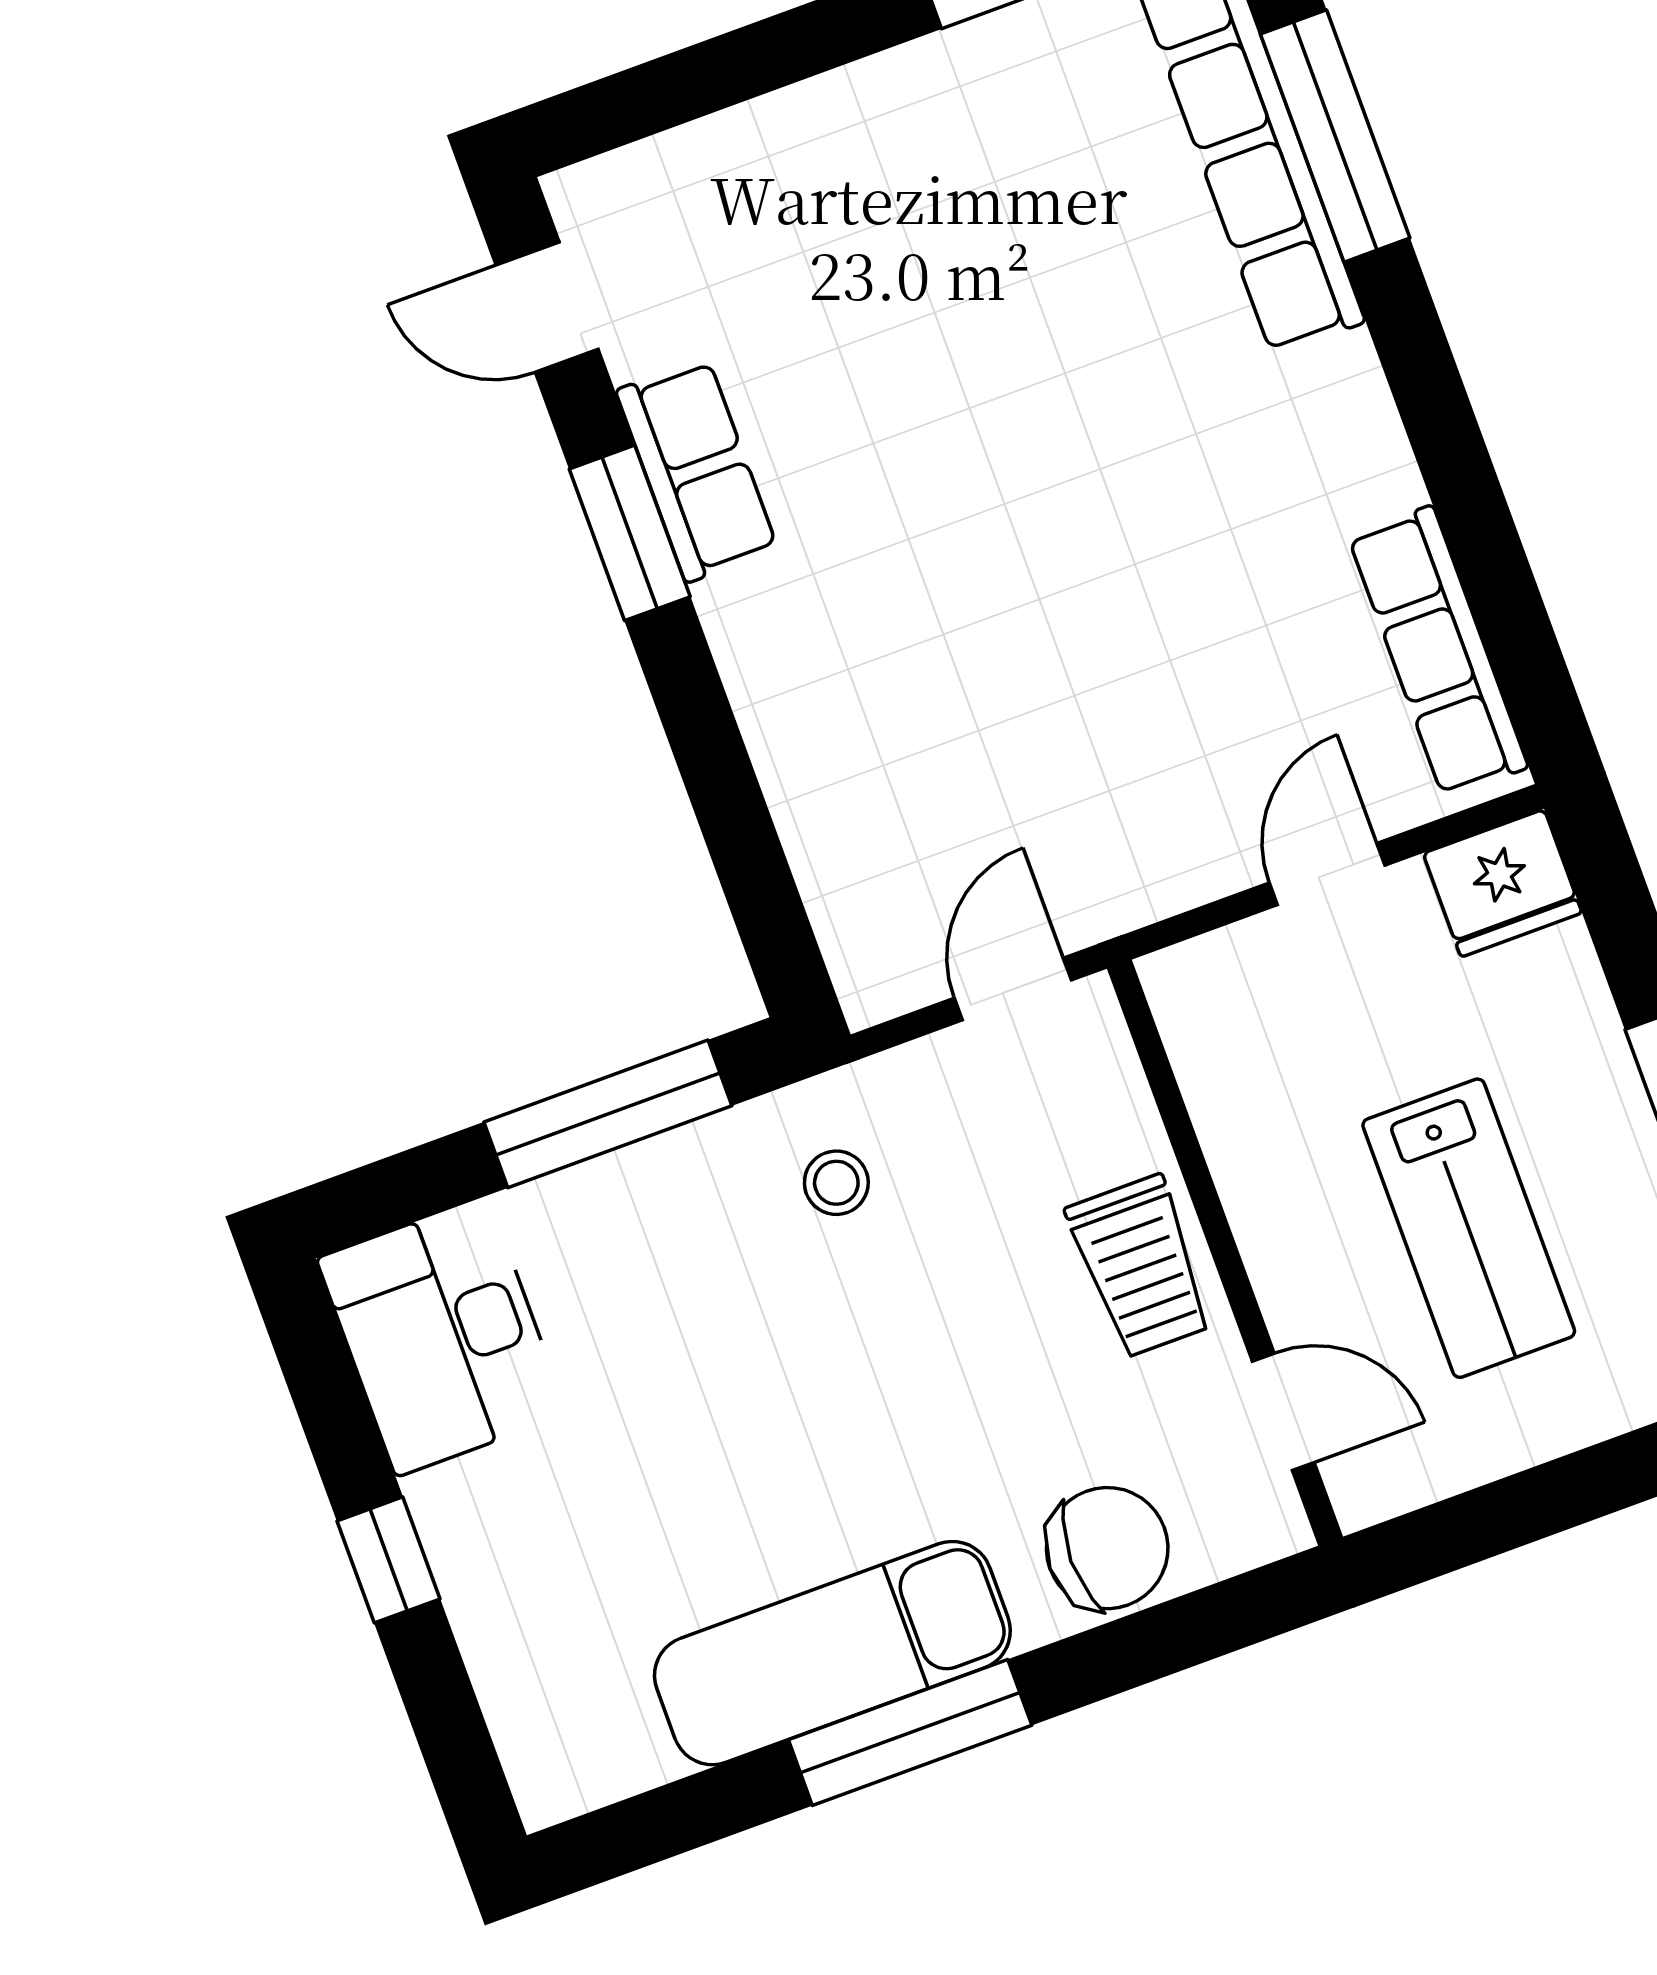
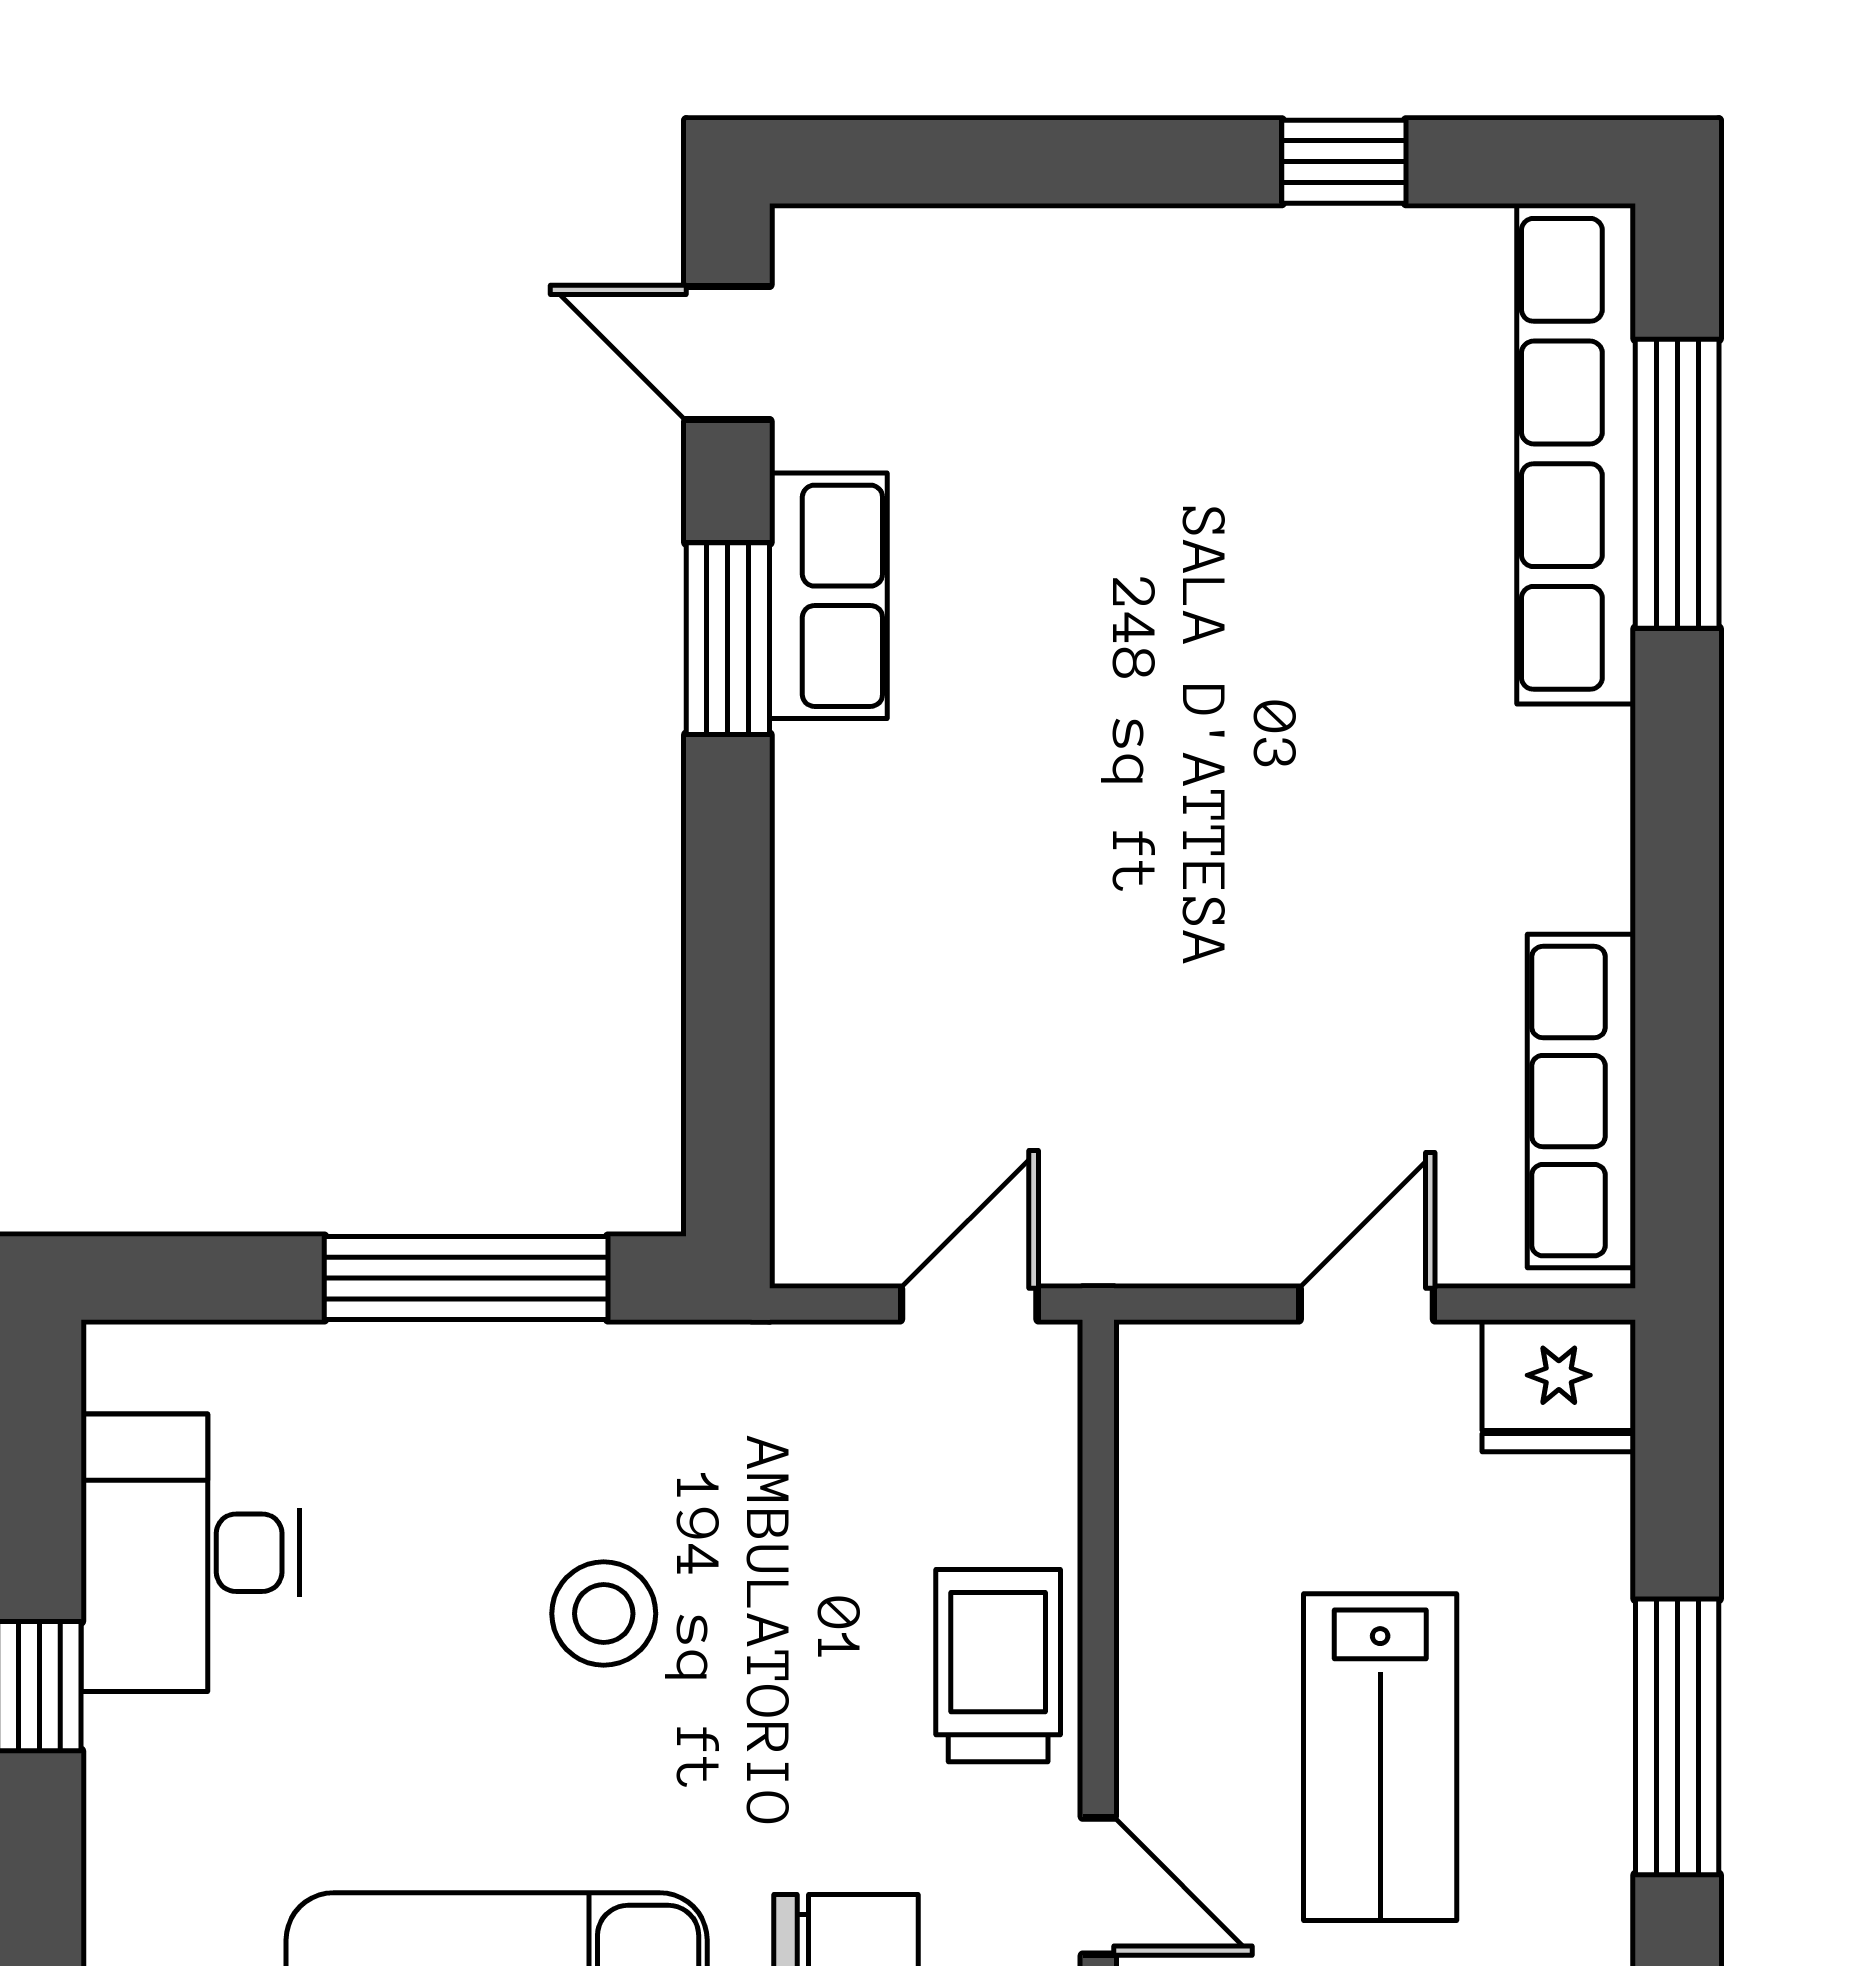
stool: (836, 1183) -> (604, 1614), moved, width x1.37, depth x1.37
trolley: (1140, 1266) -> (998, 1666), turned 180
desk: (442, 1336) -> (190, 1553), moved

